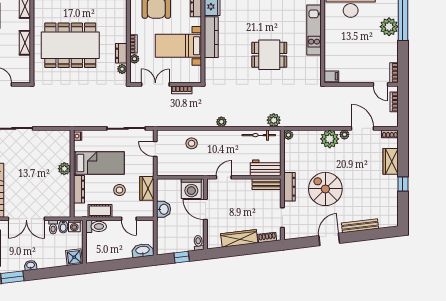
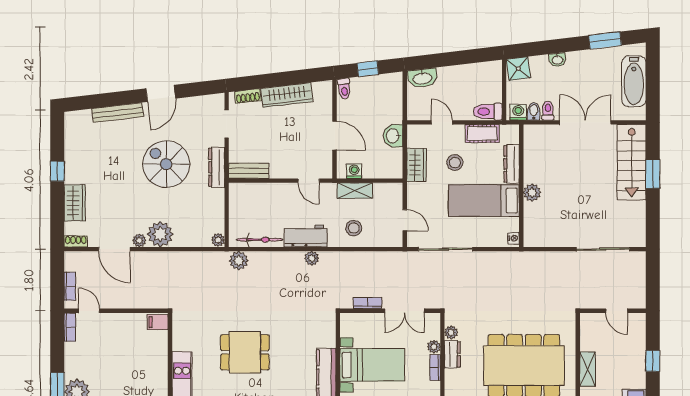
workbench: (266, 168) -> (306, 236), moved, turned 180
shelving: (191, 170) -> (355, 191), added
door: (224, 177) -> (309, 181), hinge flipped
washing machine: (191, 189) -> (354, 171), width x0.53, depth x0.53
spiral stairs: (325, 189) -> (166, 164), turned 180
washbasin: (31, 265) -> (557, 60), moved

